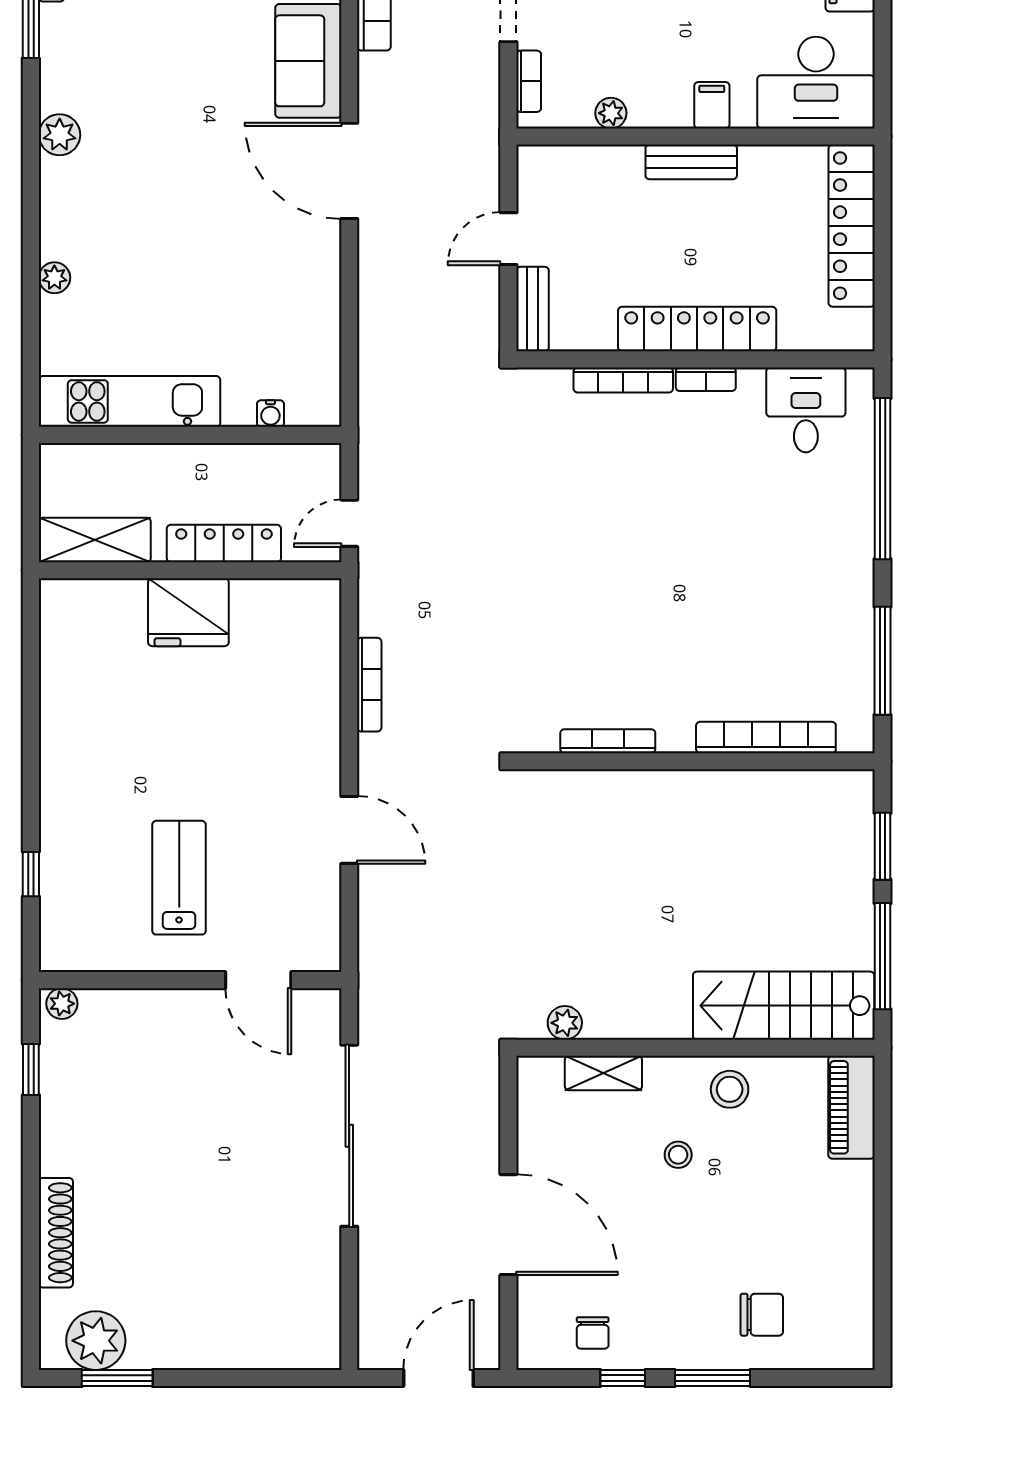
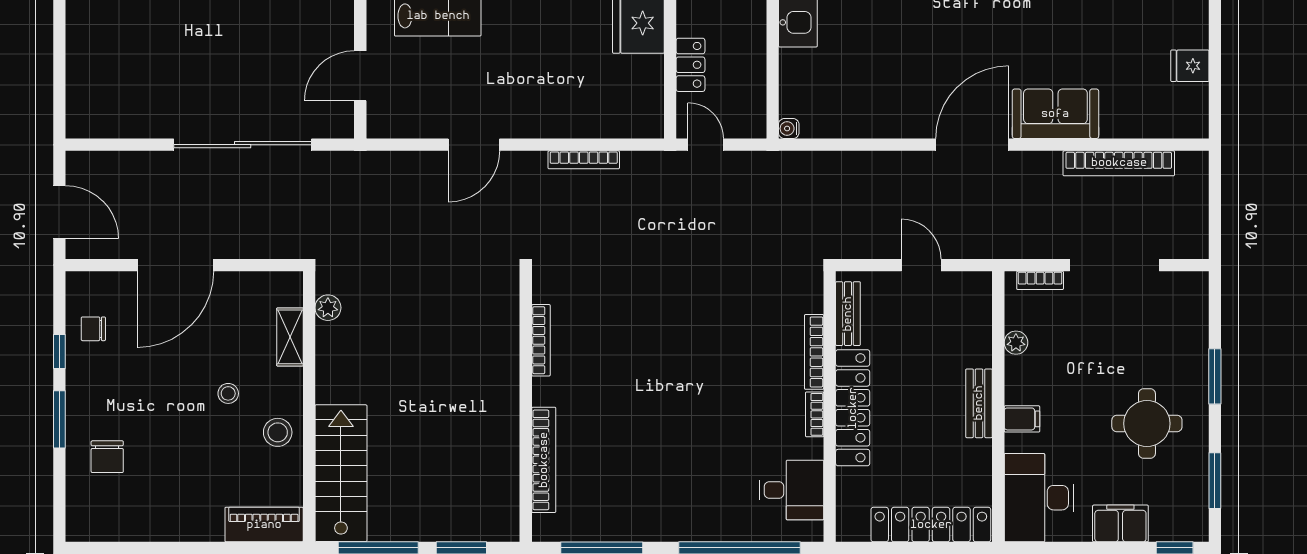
bench: (533, 309) -> (848, 314), moved, turned 90
water cooler: (270, 414) -> (789, 129), moved
locker: (224, 543) -> (690, 65), width x0.66

